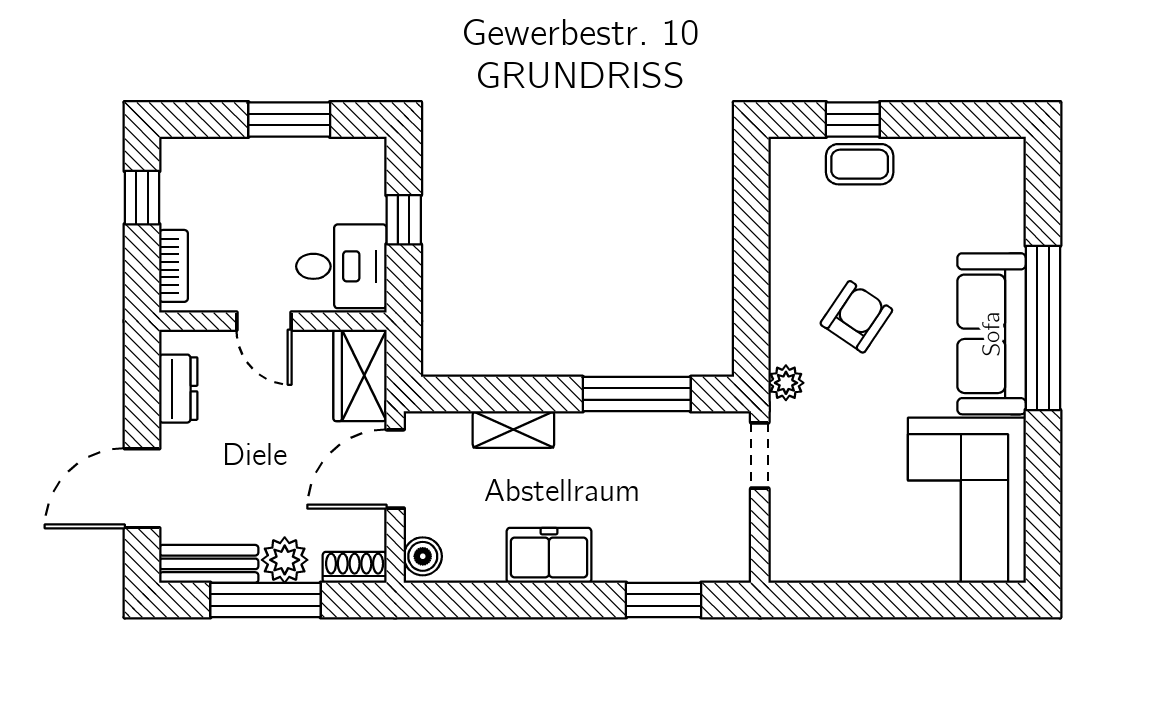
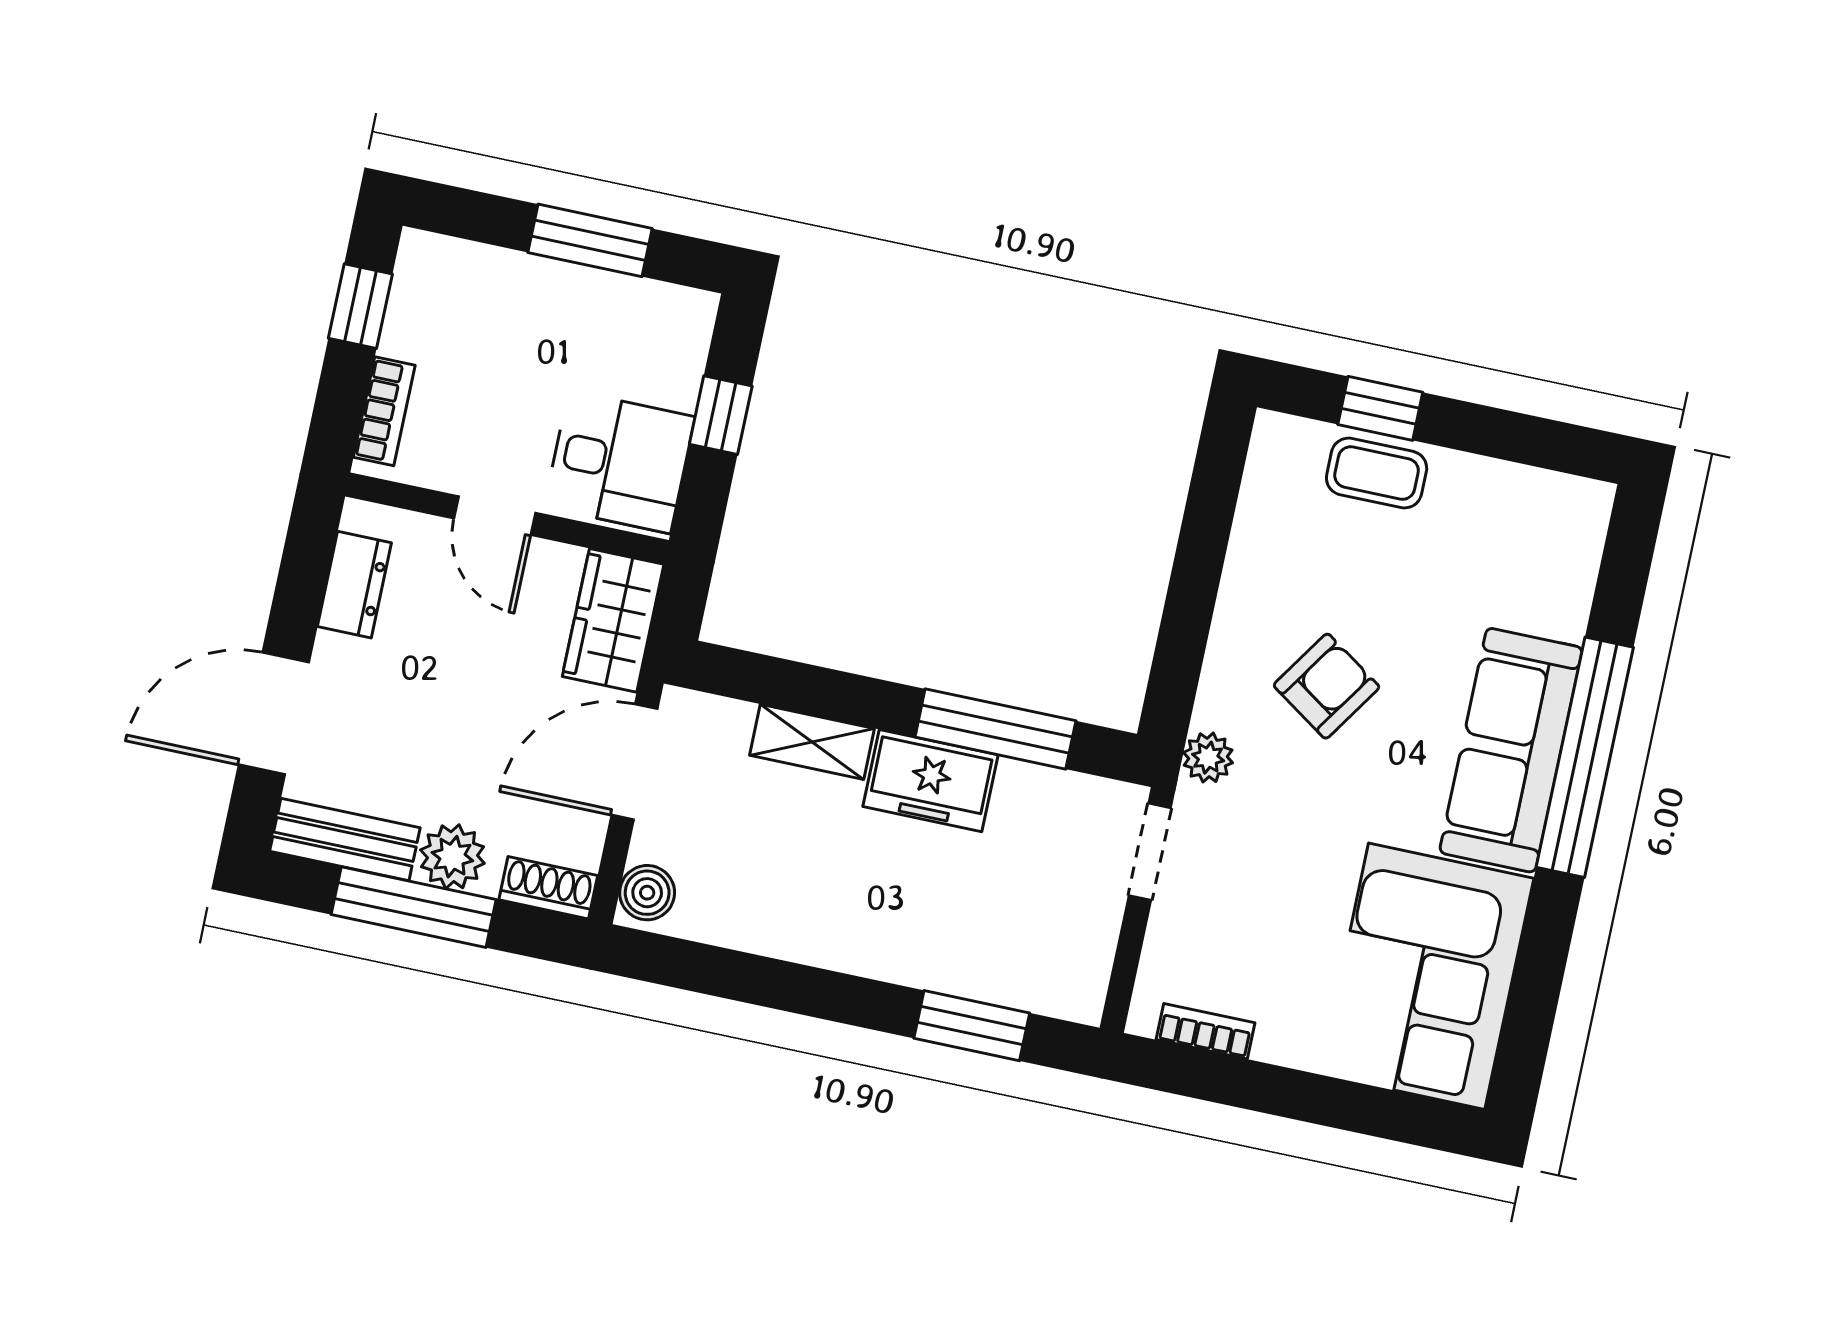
freezer: (549, 555) -> (930, 781), moved, turned 180
bookcase: (824, 570) -> (1206, 1031), added

